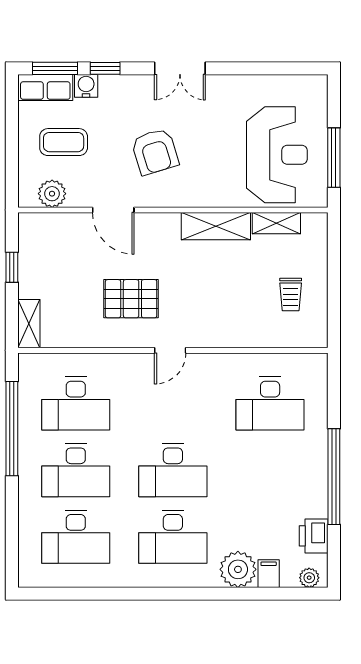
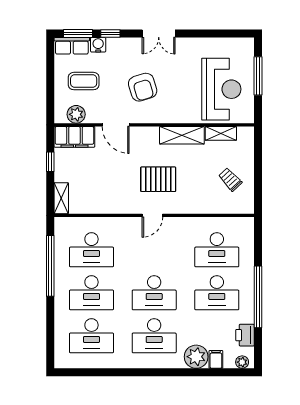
window: (334, 158) -> (258, 76), moved
filing cabinet: (49, 229) -> (74, 137), added
trolley: (291, 295) -> (230, 179), turned 137
pallet: (131, 299) -> (158, 179), moved
desk: (270, 470) -> (217, 293), added

